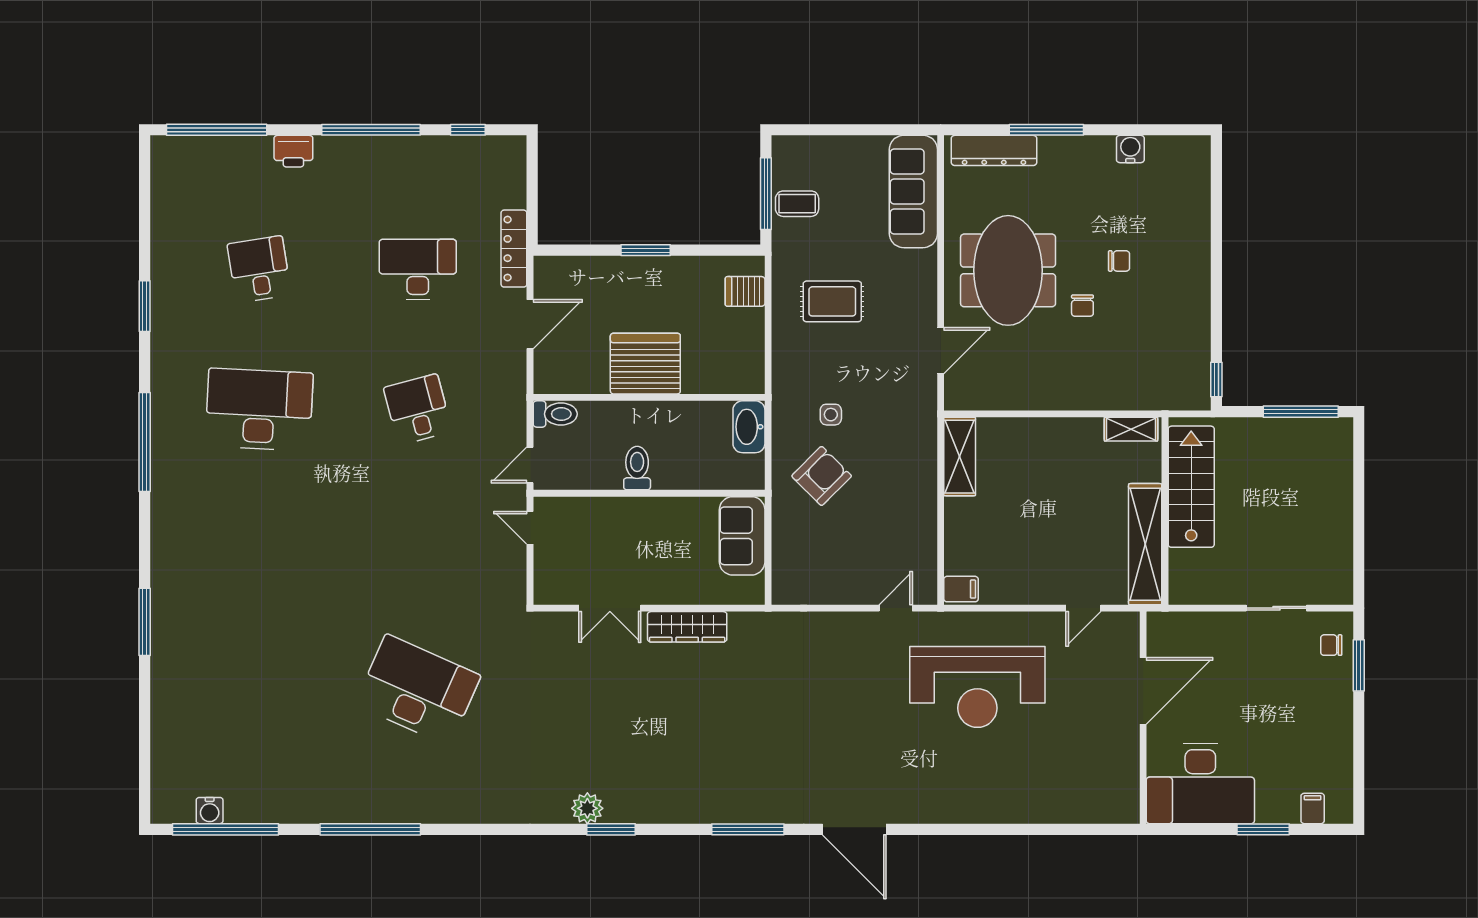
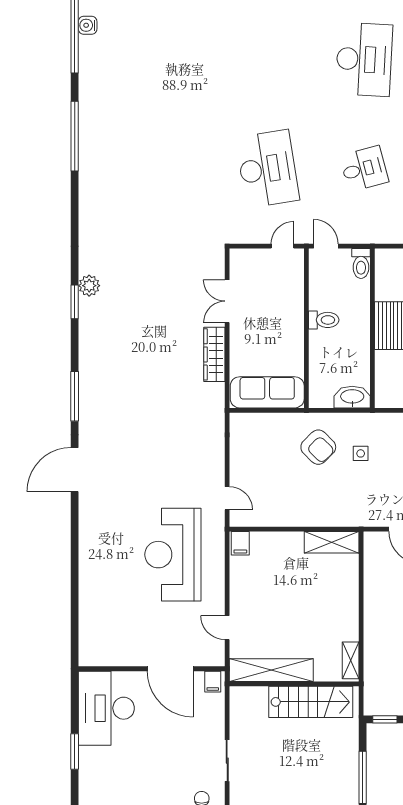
sofa: (742, 536) -> (267, 392), width x1.36
desk: (418, 690) -> (267, 169), moved, turned -33
filing cabinet: (1313, 808) -> (213, 682), moved, turned 90

